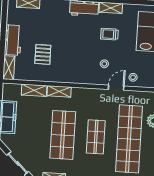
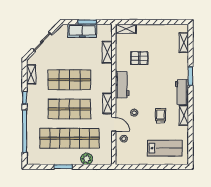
workbench: (13, 40) -> (122, 85), moved, turned -90
shelving: (59, 91) -> (108, 103), moved
shop shelf: (96, 137) -> (69, 109), width x1.43, depth x1.36

